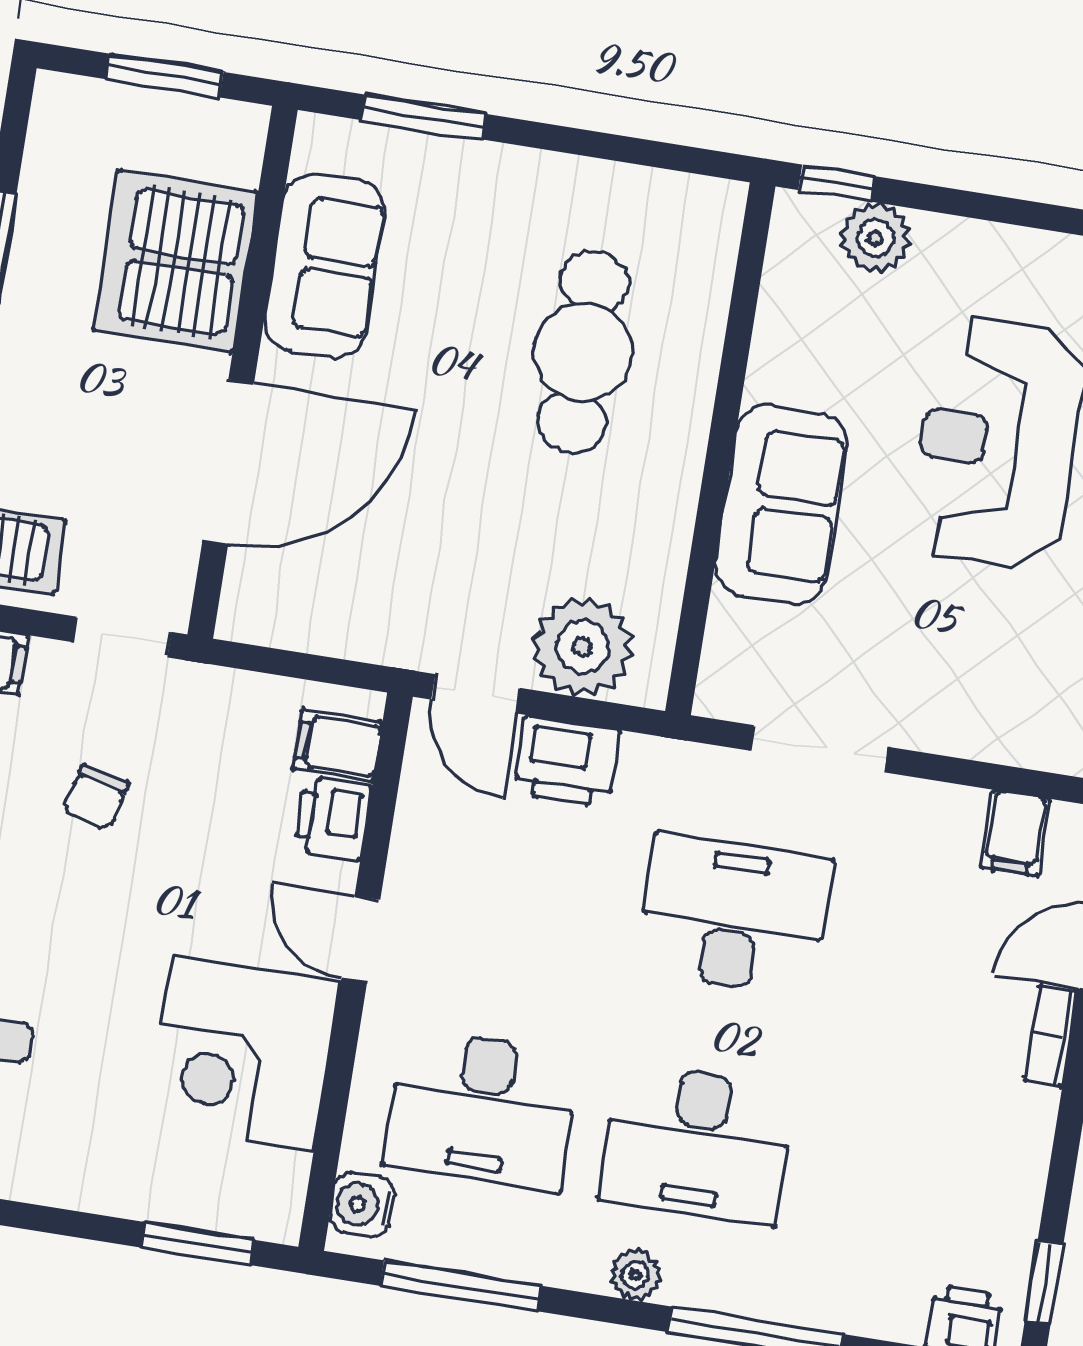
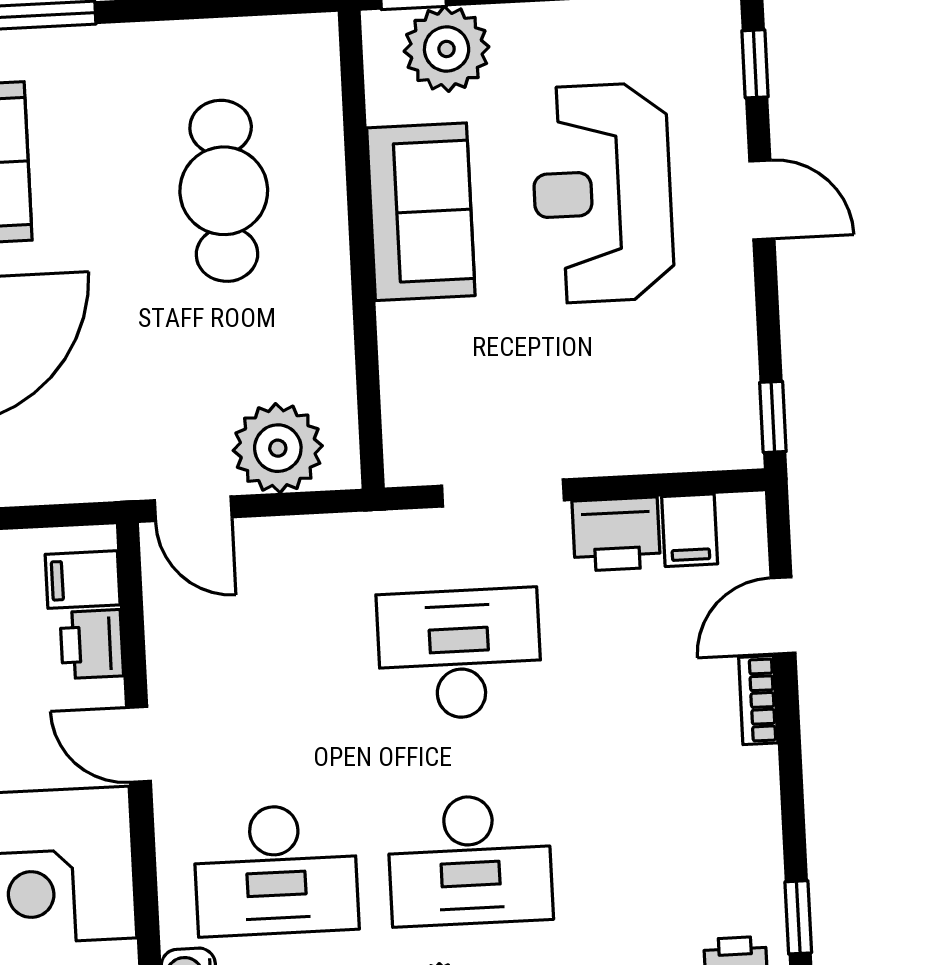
plant: (875, 238) -> (447, 49), width x1.36, depth x1.36
sofa: (781, 504) -> (421, 212), moved
printer: (567, 761) -> (616, 534), moved

